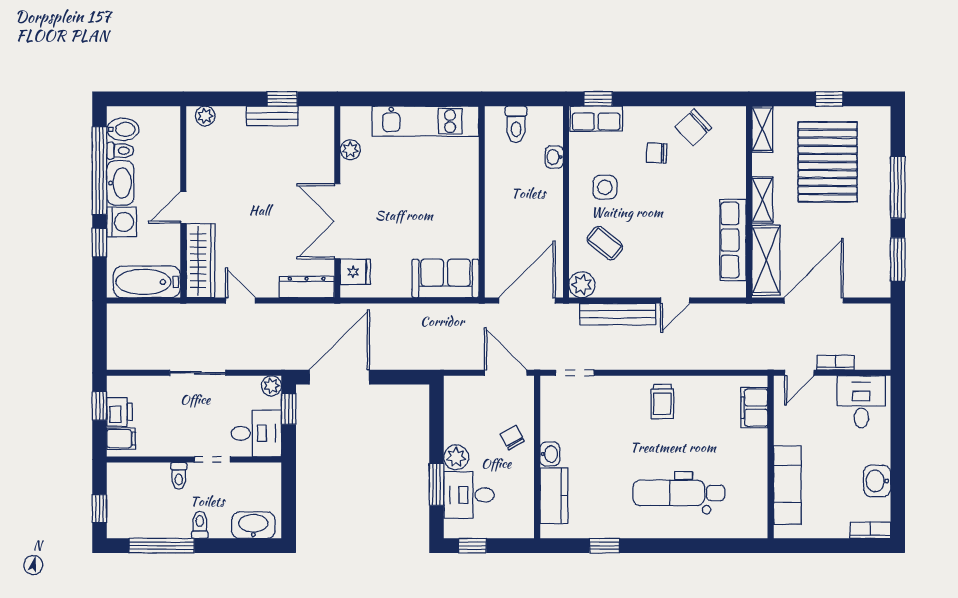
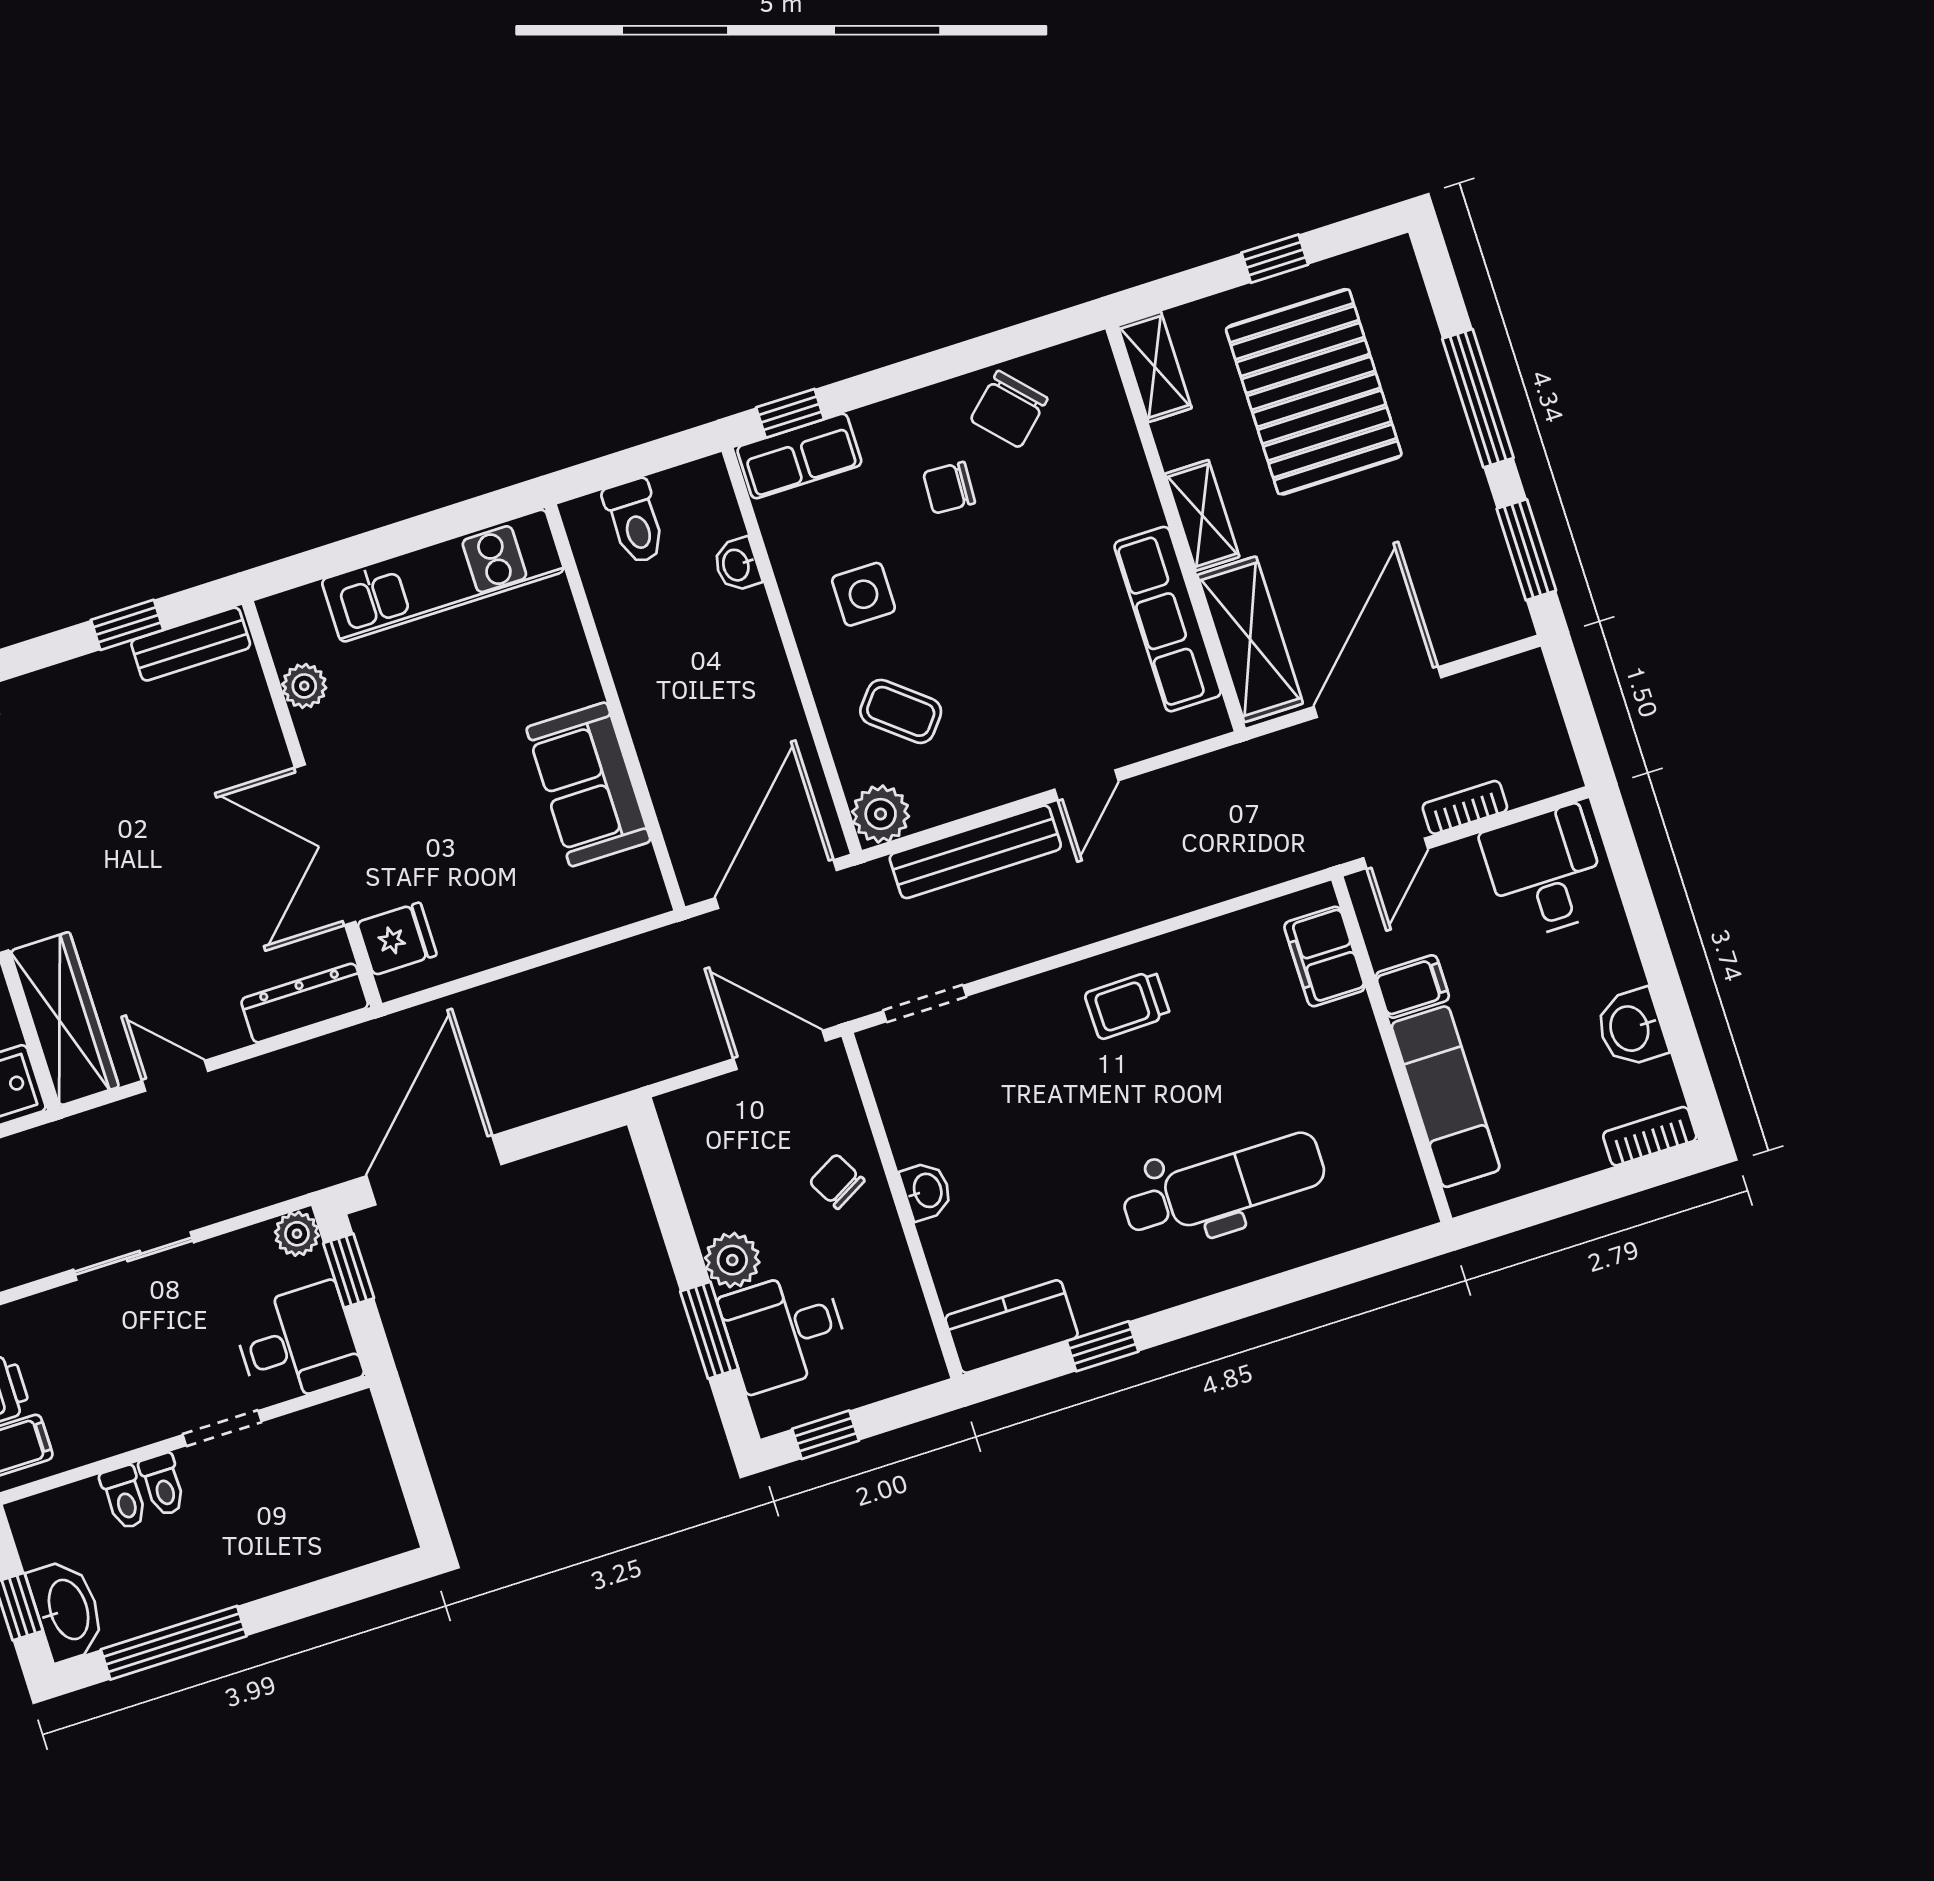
bench: (272, 116) -> (191, 644), moved
sofa: (446, 278) -> (588, 784), moved, turned -90
trolley: (662, 401) -> (1127, 1005), turned 89
filing cabinet: (788, 433) -> (1412, 986), added
dental chair: (679, 493) -> (1223, 1186), turned 180
kitchen counter: (554, 496) -> (1012, 1327), moved, turned -90
toilet: (200, 525) -> (124, 1497), moved, turned 180
washbasin: (253, 525) -> (67, 1610), moved, turned 90

